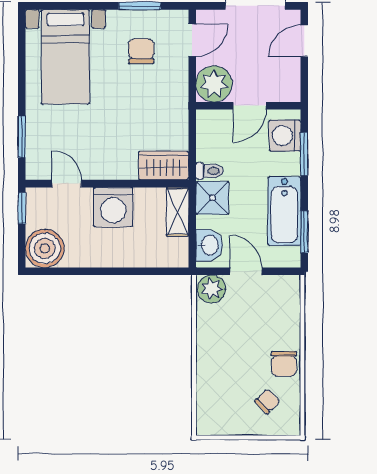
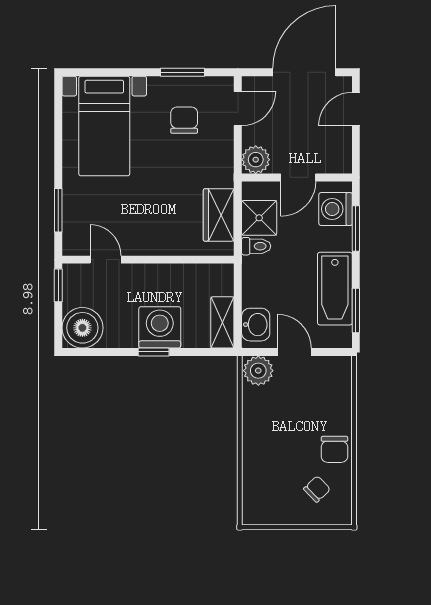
plant: (214, 84) -> (256, 160), width x0.73, depth x0.73
wardrobe: (164, 165) -> (219, 215), moved, turned -90
shower: (212, 198) -> (259, 218), moved
washing machine: (113, 207) -> (160, 327), moved, turned 180
shelving: (178, 212) -> (222, 322), moved
window: (112, 271) -> (154, 352), added

